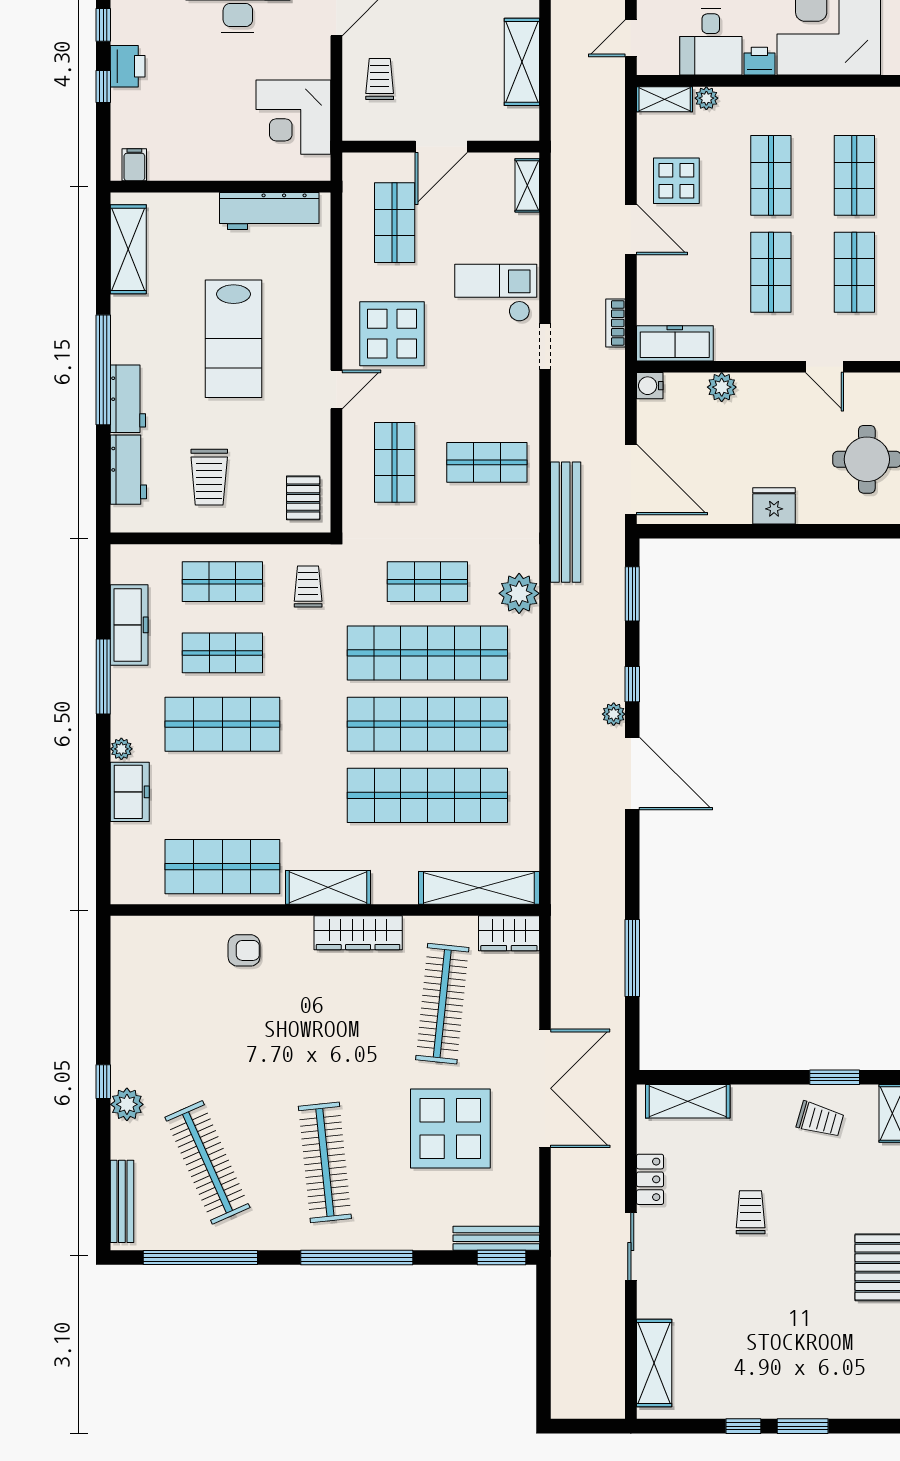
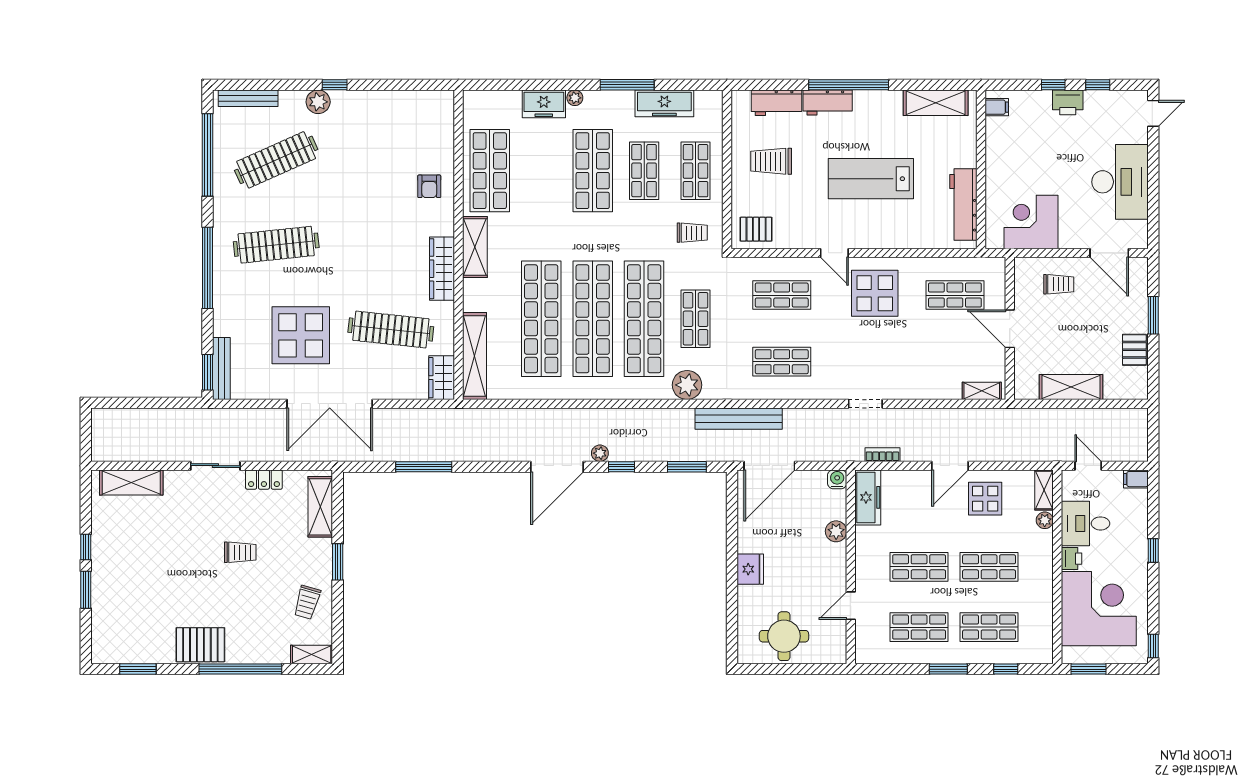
checkout: (496, 293) -> (904, 368), removed
shop shelf: (487, 462) -> (782, 362), turned 90
window: (835, 1077) -> (338, 562), moved

